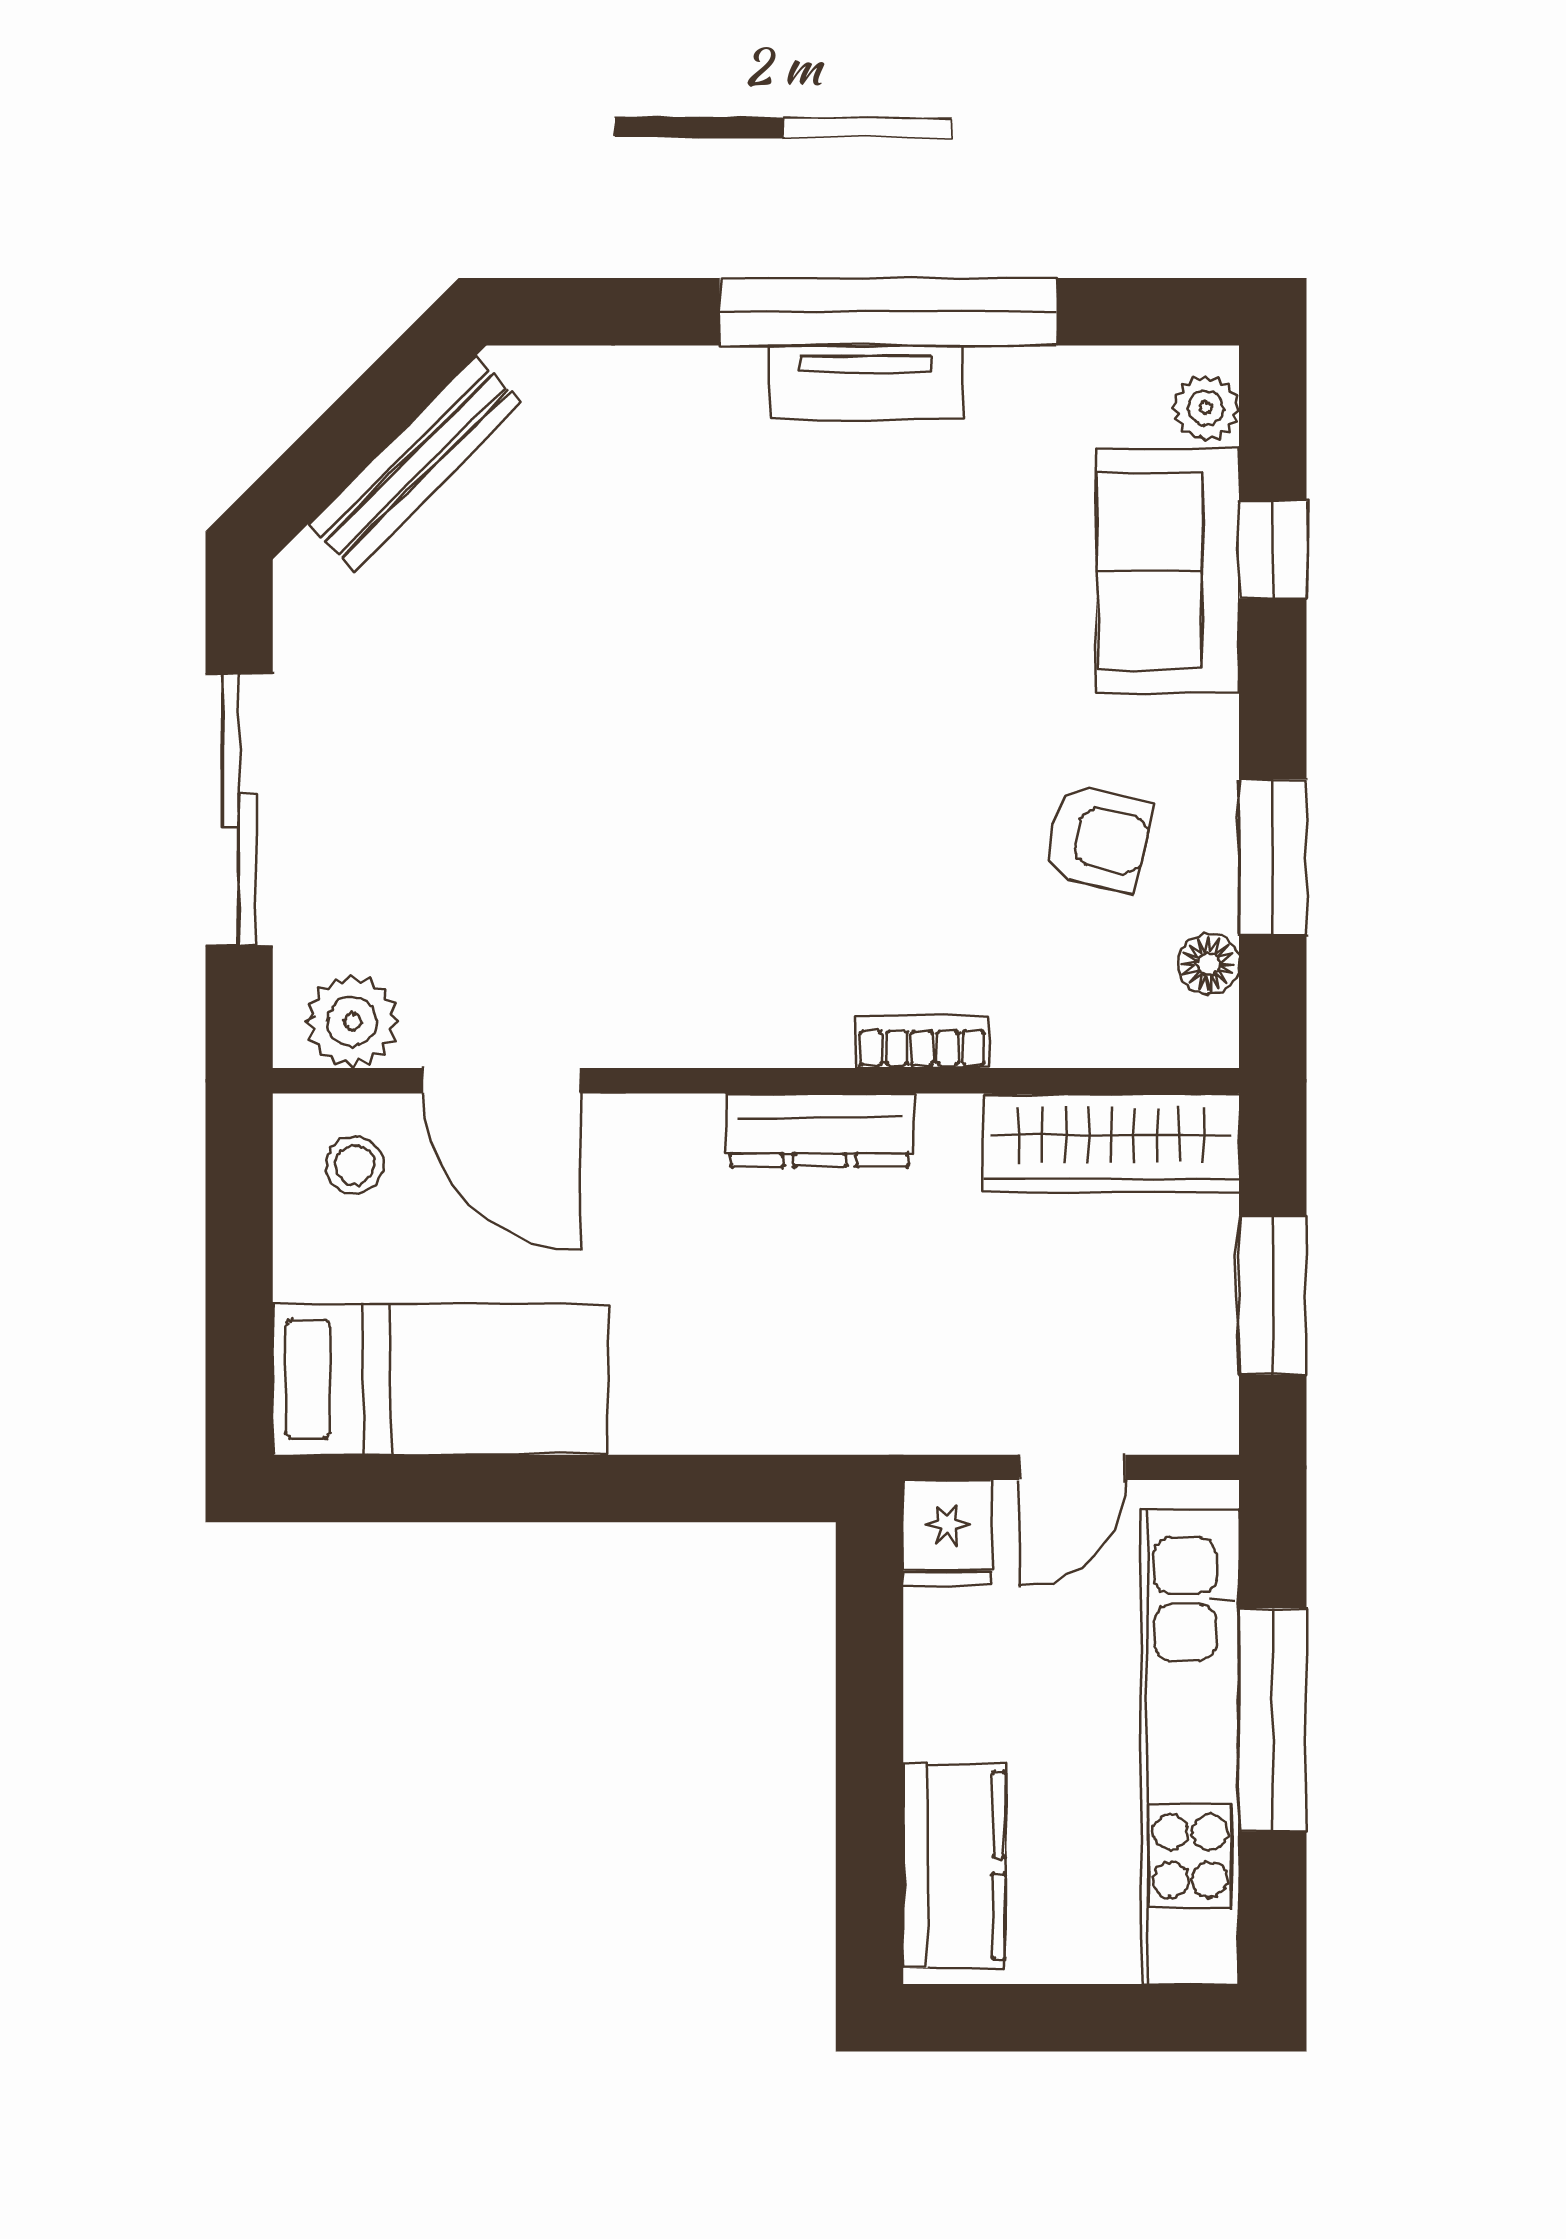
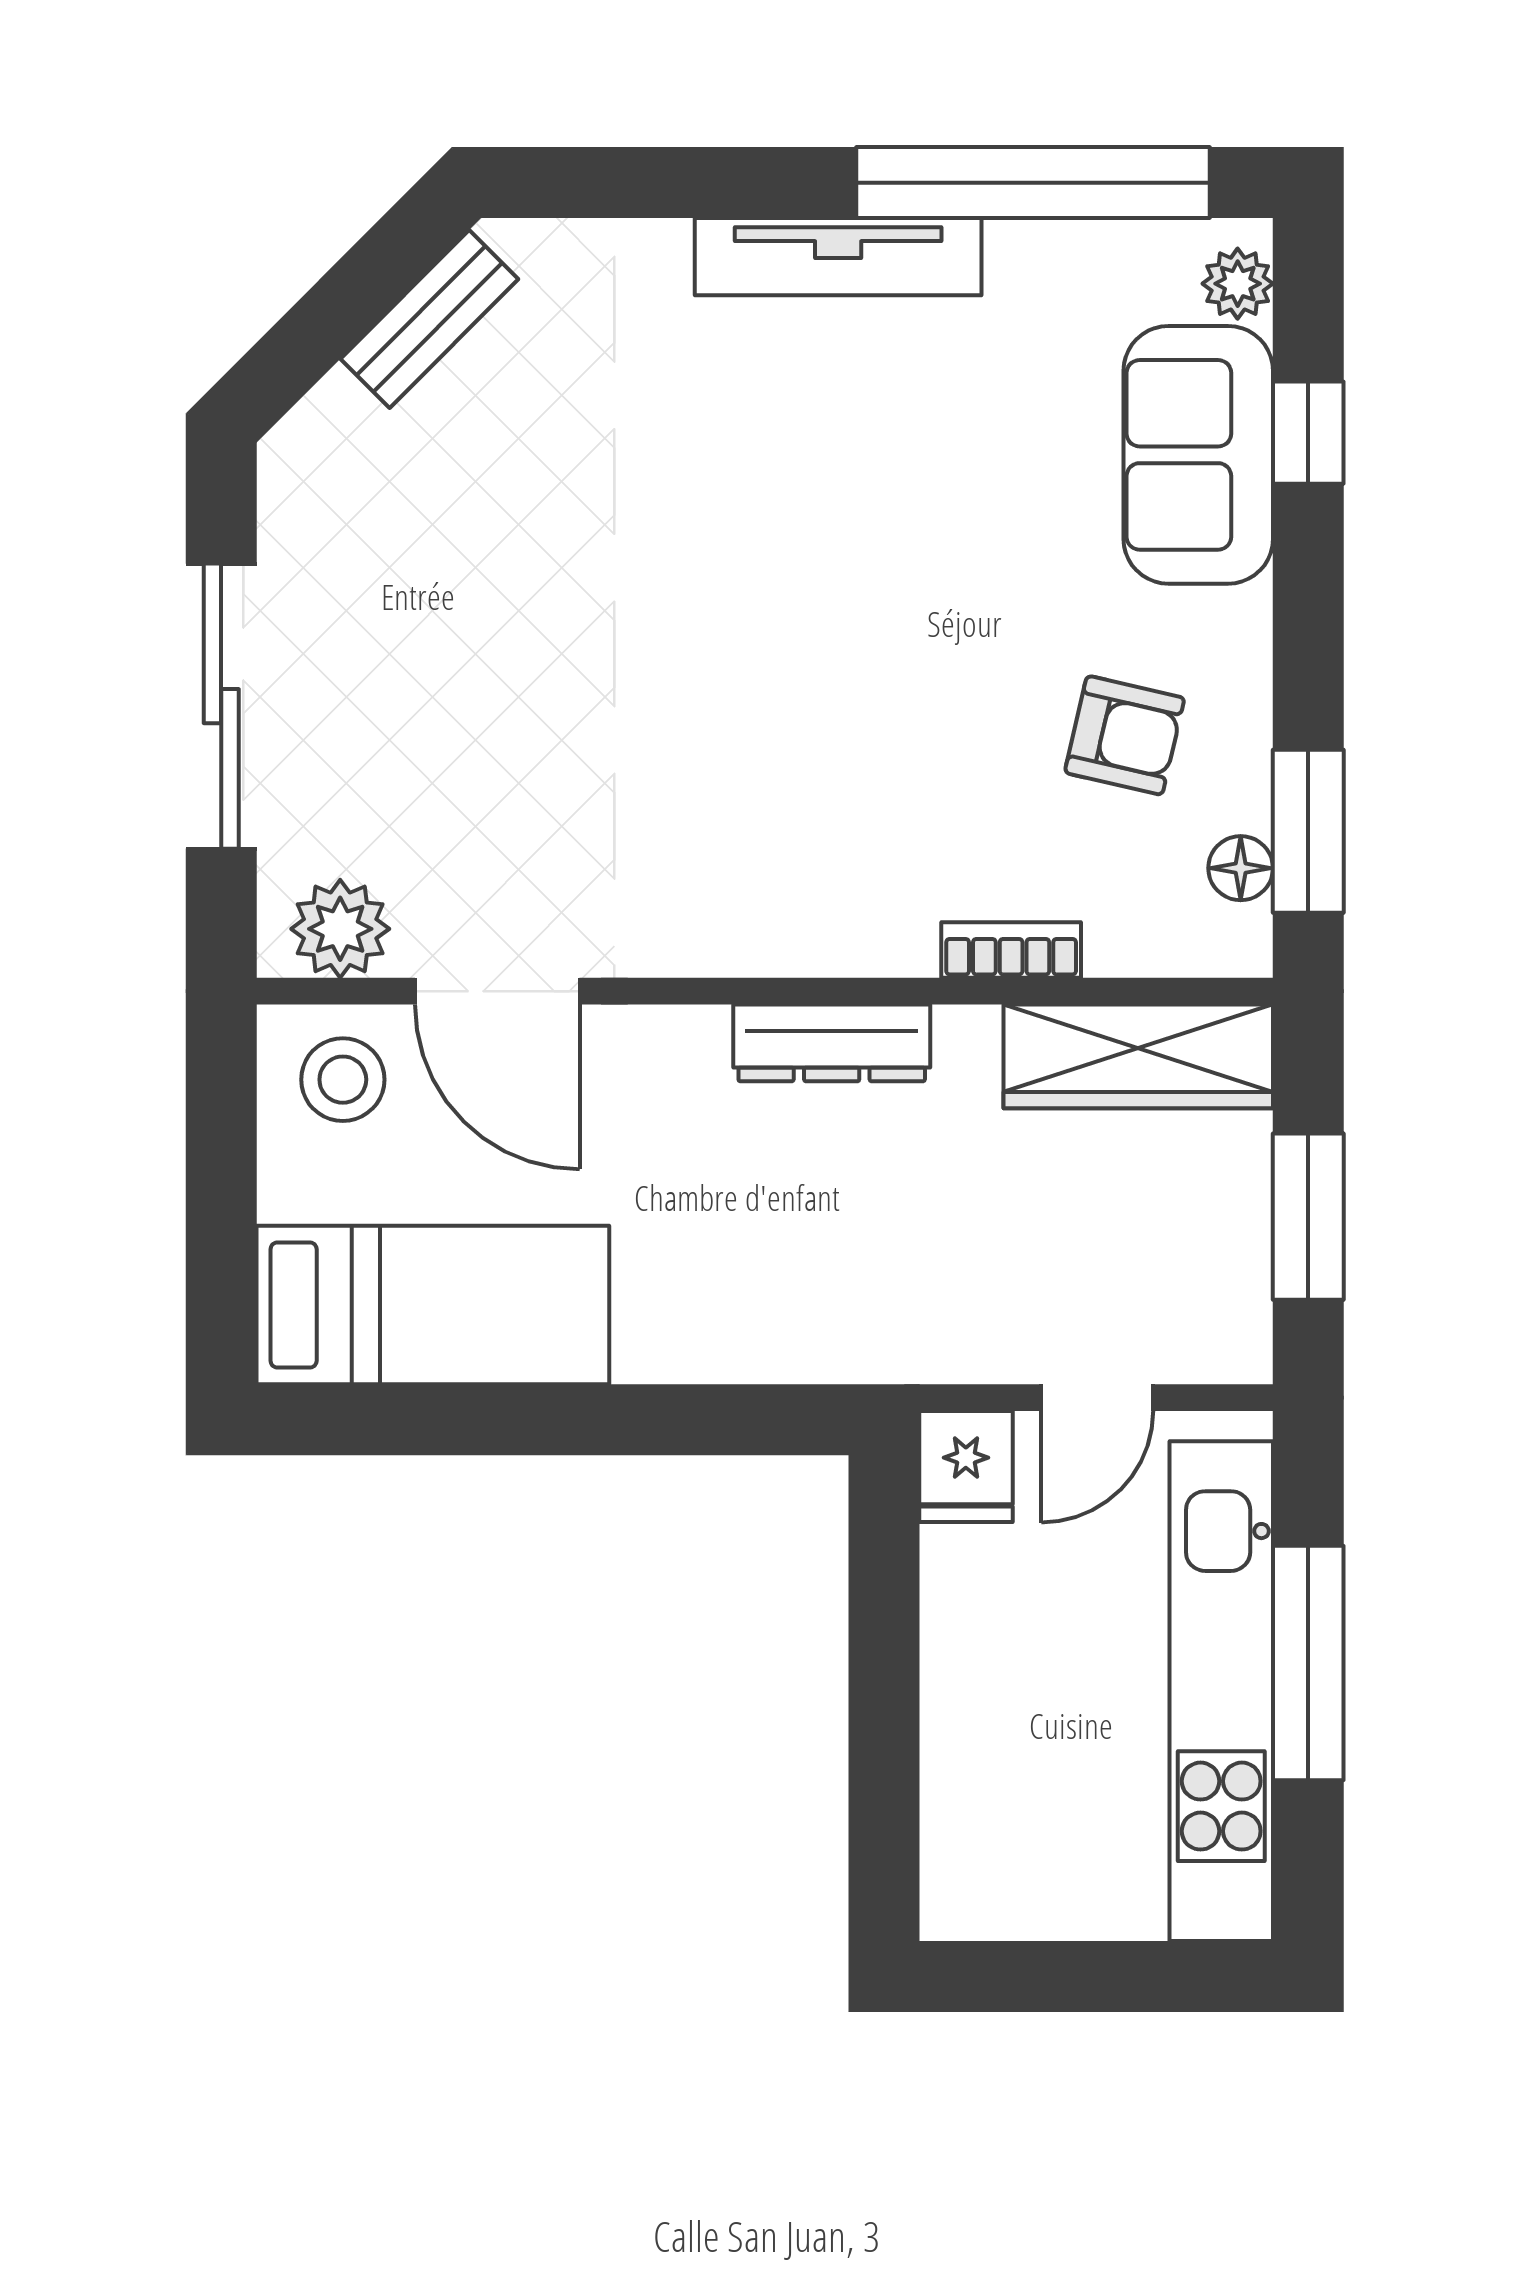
window: (888, 312) -> (1033, 183), moved
tv unit: (865, 382) -> (838, 257), width x1.41
bench: (415, 464) -> (429, 319), width x0.73
window: (1273, 857) -> (1308, 831), moved
bookcase: (922, 1042) -> (1011, 950), moved
stool: (355, 1165) -> (343, 1080), width x1.37, depth x1.37
kitchen counter: (954, 1866) -> (973, 1816), removed

